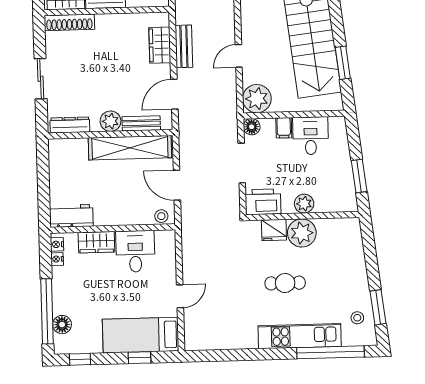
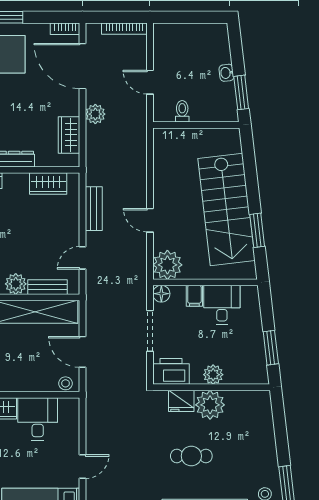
wardrobe: (160, 45) -> (48, 183), moved, turned -90
door: (239, 56) -> (150, 220), hinge flipped
door: (174, 94) -> (83, 258), width x0.73

